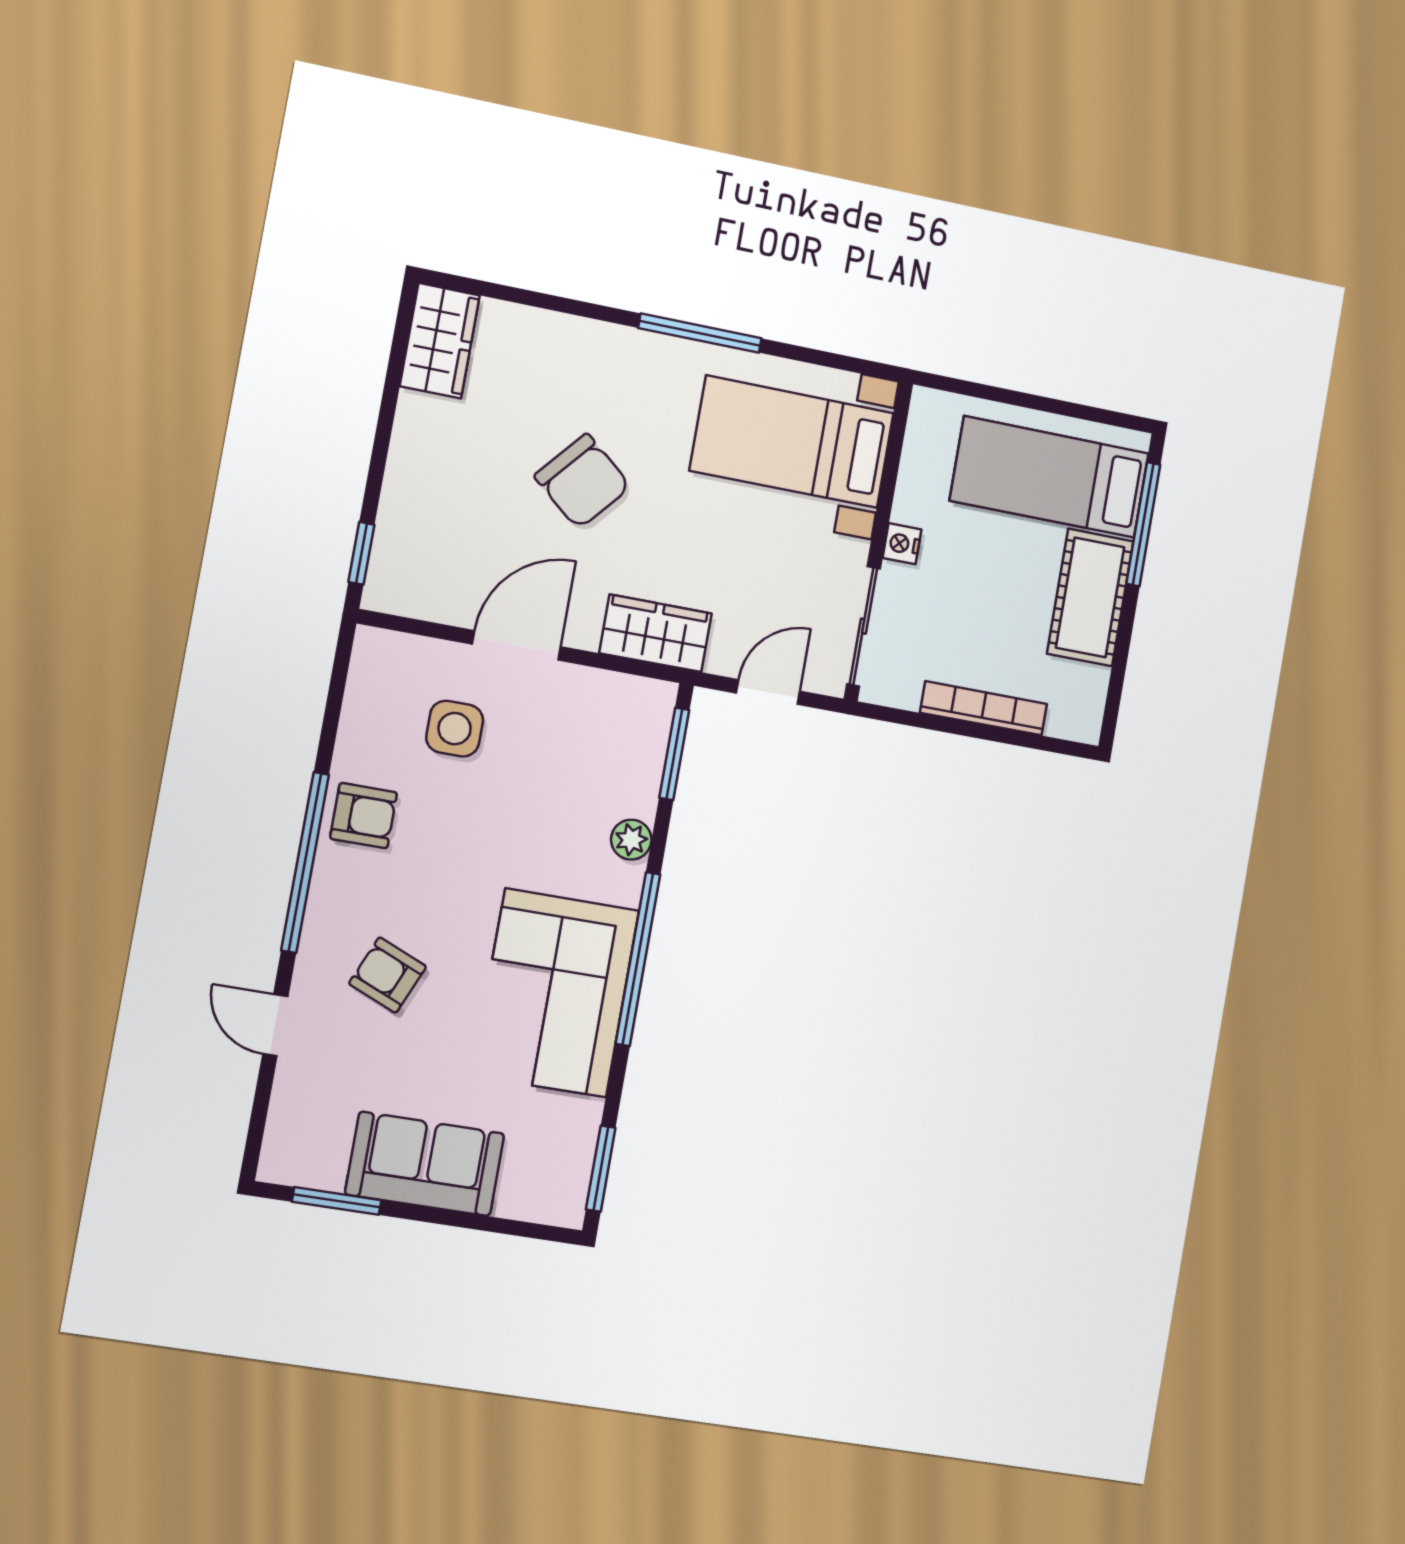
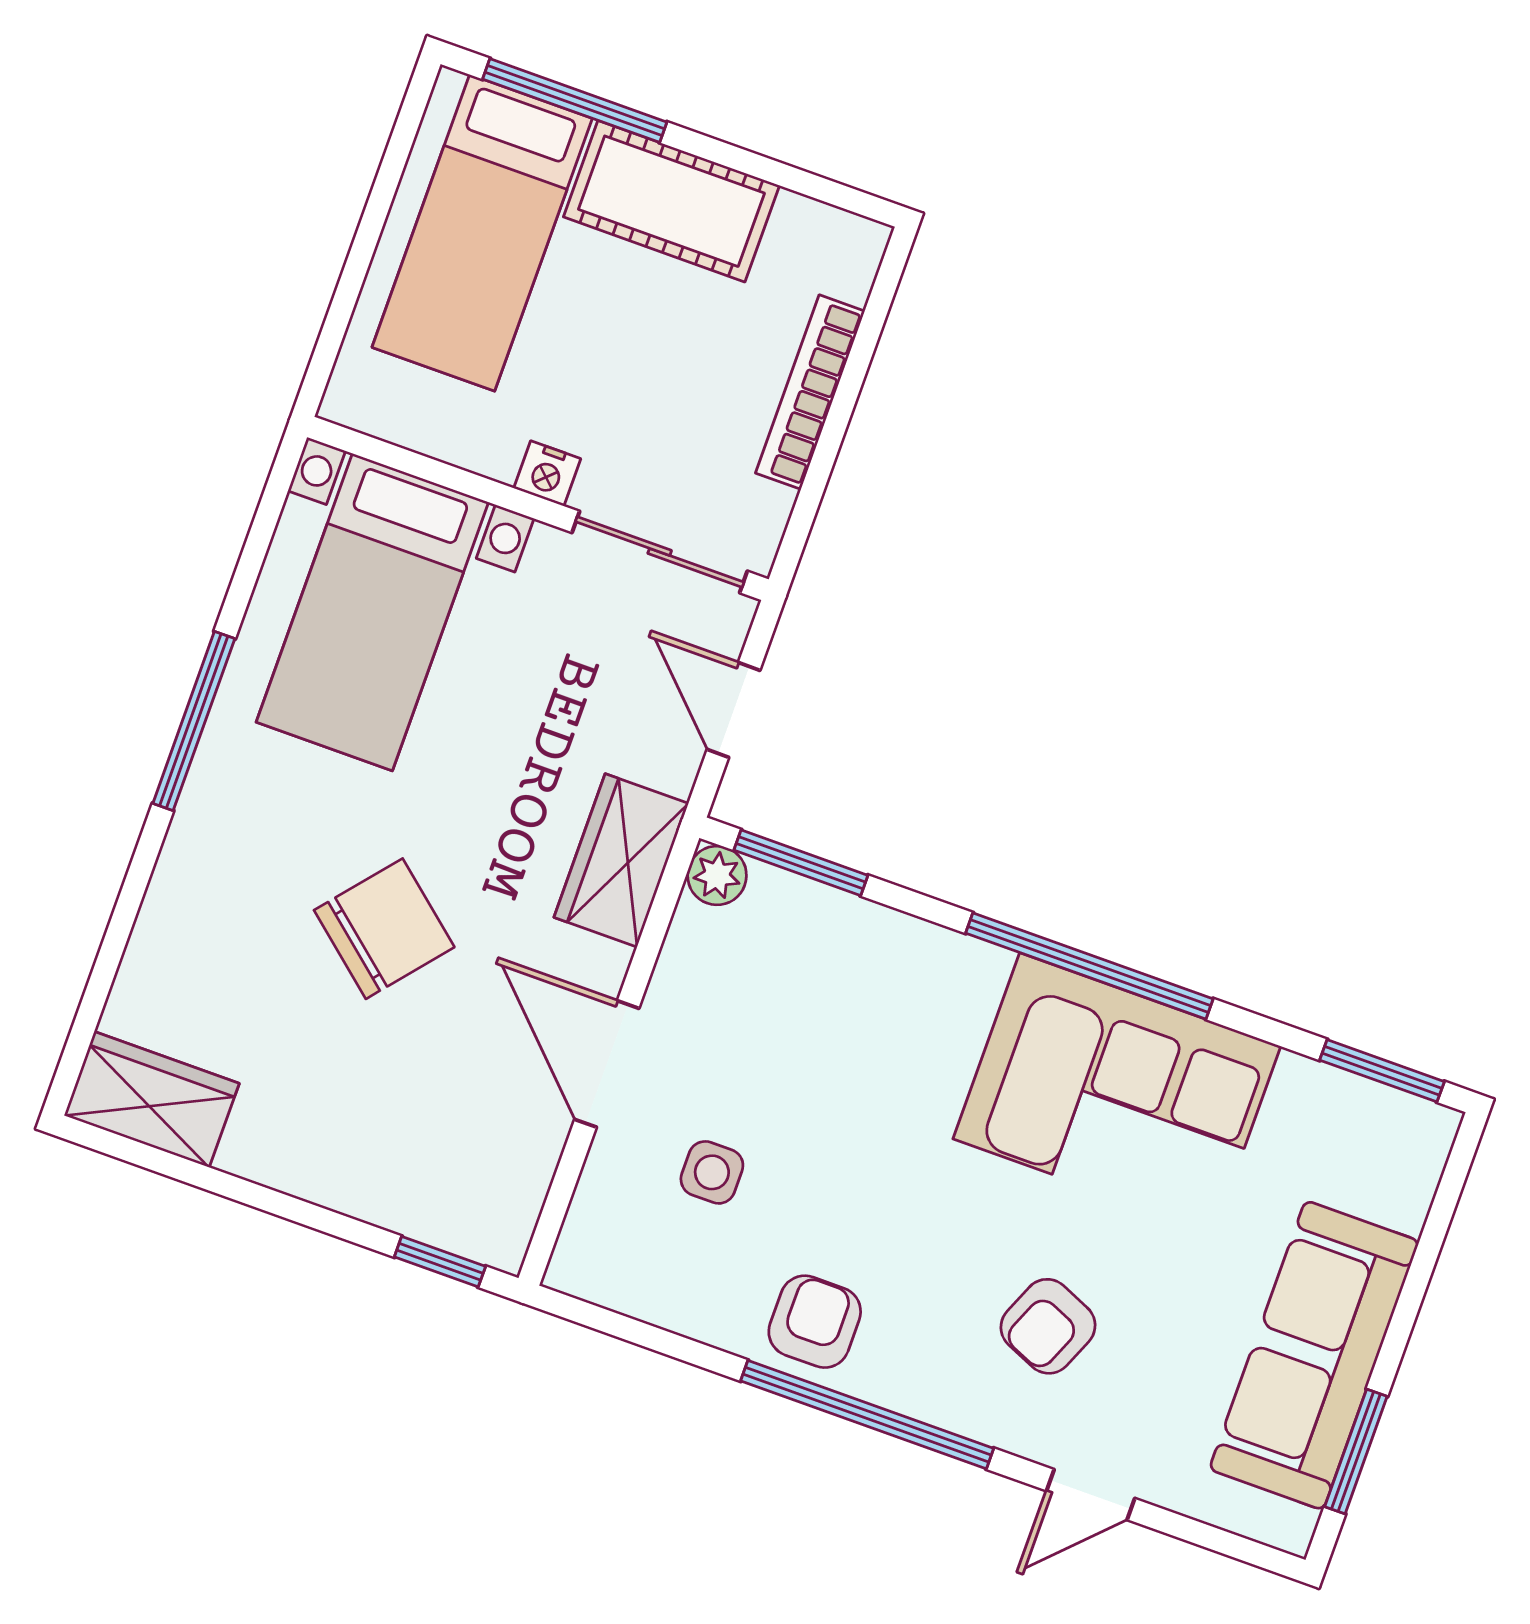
side table: (455, 729) -> (712, 1172), width x0.73, depth x0.73
plant: (631, 840) -> (717, 875), moved
sofa: (425, 1164) -> (1314, 1355), width x1.36

